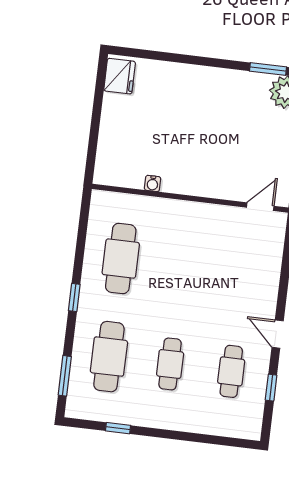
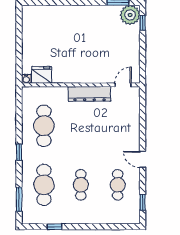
fridge: (120, 76) -> (42, 75), moved, turned -90
water cooler: (153, 183) -> (26, 79), moved
dresser: (203, 215) -> (90, 94), added
window: (271, 388) -> (143, 202), moved

